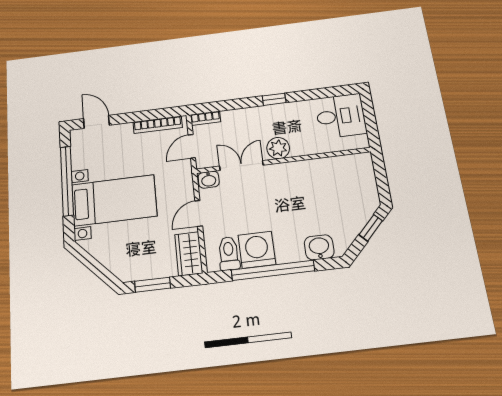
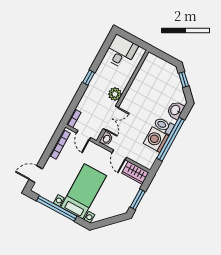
double door: (241, 166) -> (111, 118), swing flipped
toilet: (229, 253) -> (164, 126), moved

